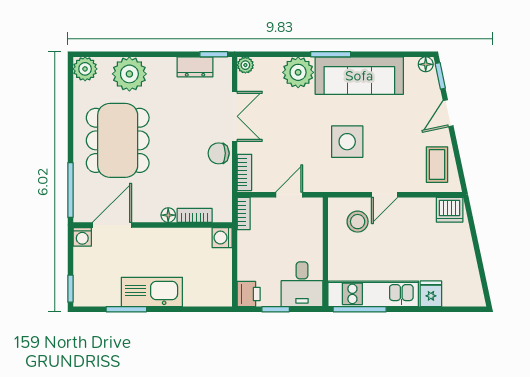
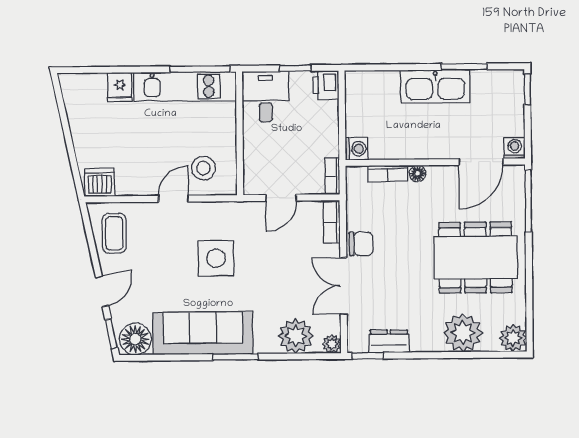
floor lamp: (426, 64) -> (135, 339), width x1.89, depth x1.89
plant: (298, 72) -> (296, 336), moved
dining table: (118, 140) -> (475, 258), turned 90

